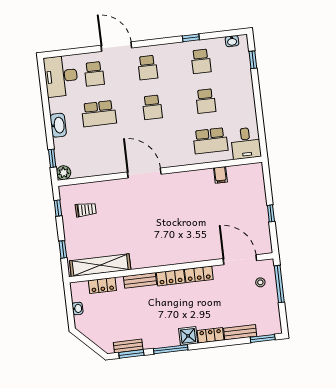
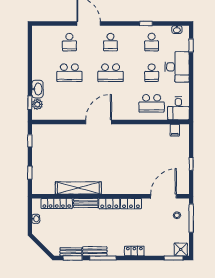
desk: (61, 76) -> (177, 67), moved, turned 180
school desk: (152, 107) -> (110, 73), width x1.85
washbasin: (58, 125) -> (37, 89), moved
plant: (64, 173) -> (37, 104), moved
door: (144, 173) -> (99, 122), hinge flipped
filing cabinet: (220, 175) -> (175, 130), moved
trolley: (86, 210) -> (51, 145), removed
door: (240, 260) -> (163, 196), hinge flipped
shelving: (100, 265) -> (78, 188), moved
locker: (102, 285) -> (57, 204), width x1.53
bench: (240, 332) -> (95, 251), moved
shower: (188, 336) -> (181, 249), moved

